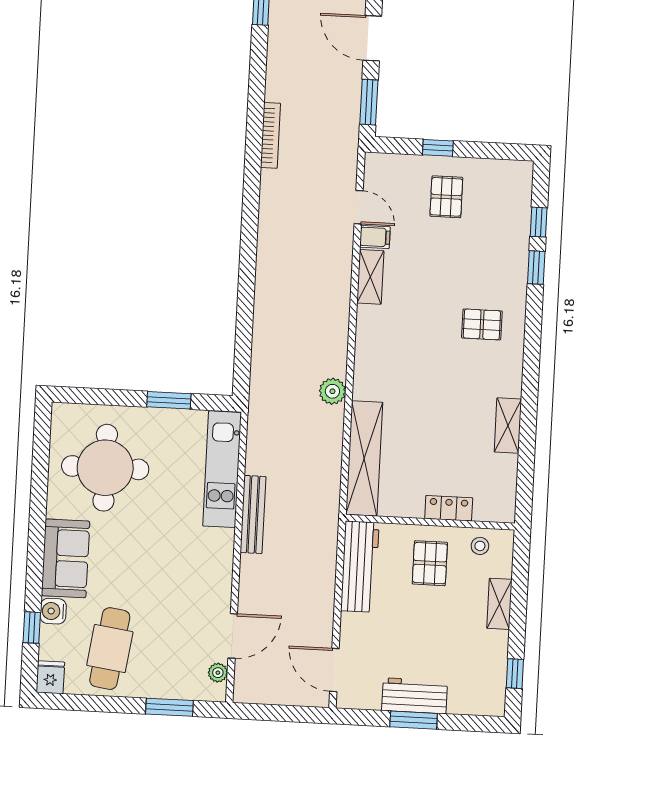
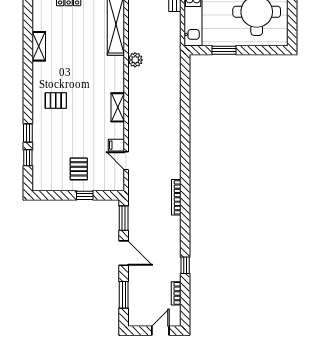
shelving: (370, 277) -> (118, 107), moved

